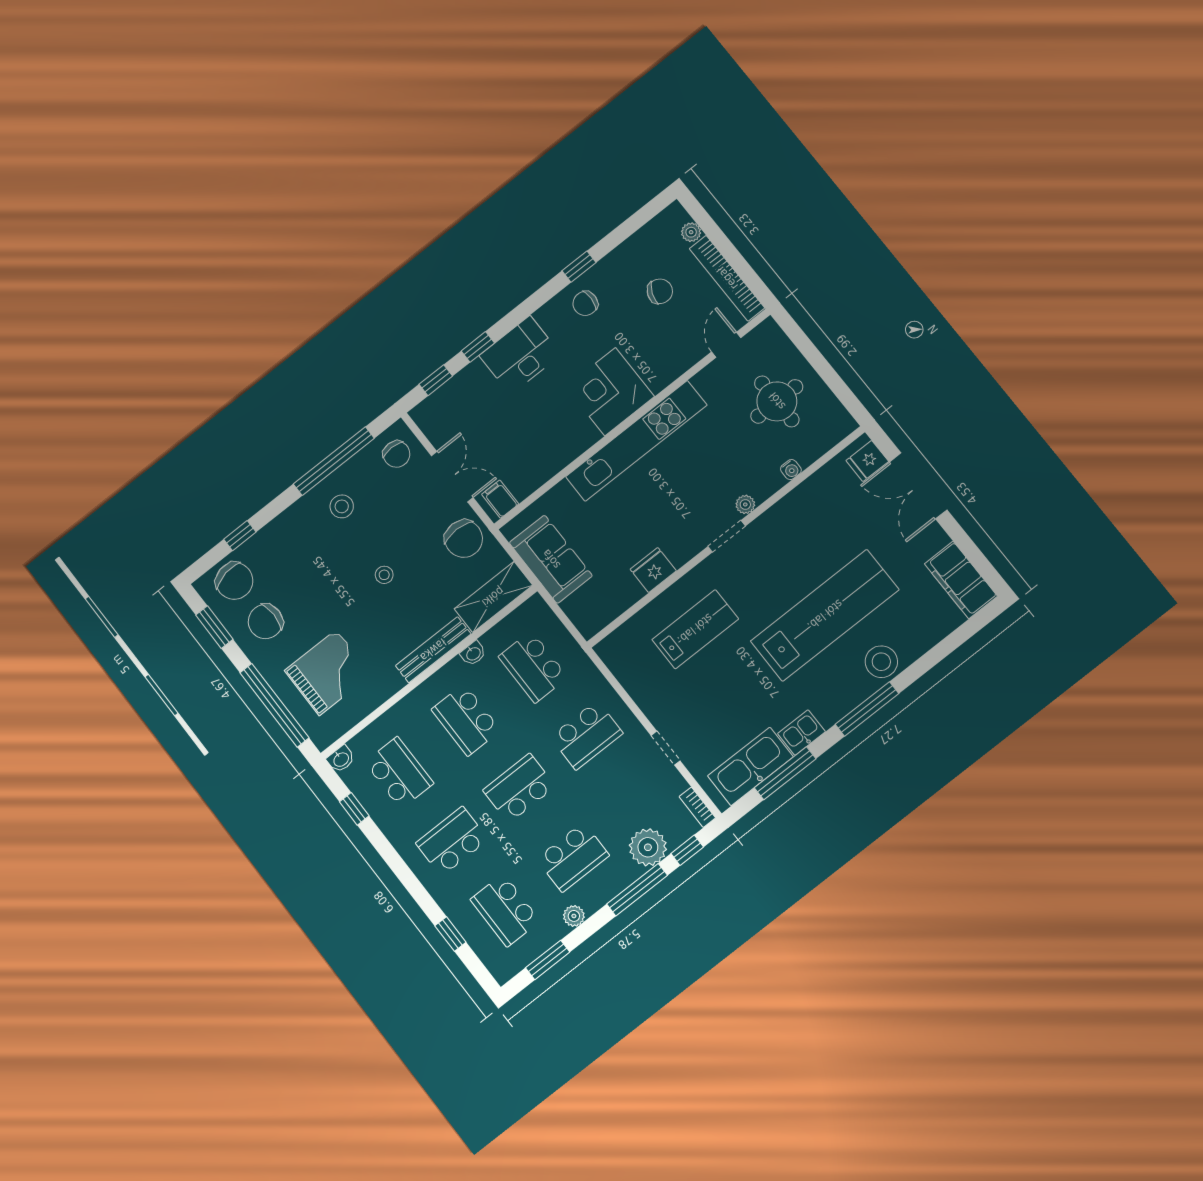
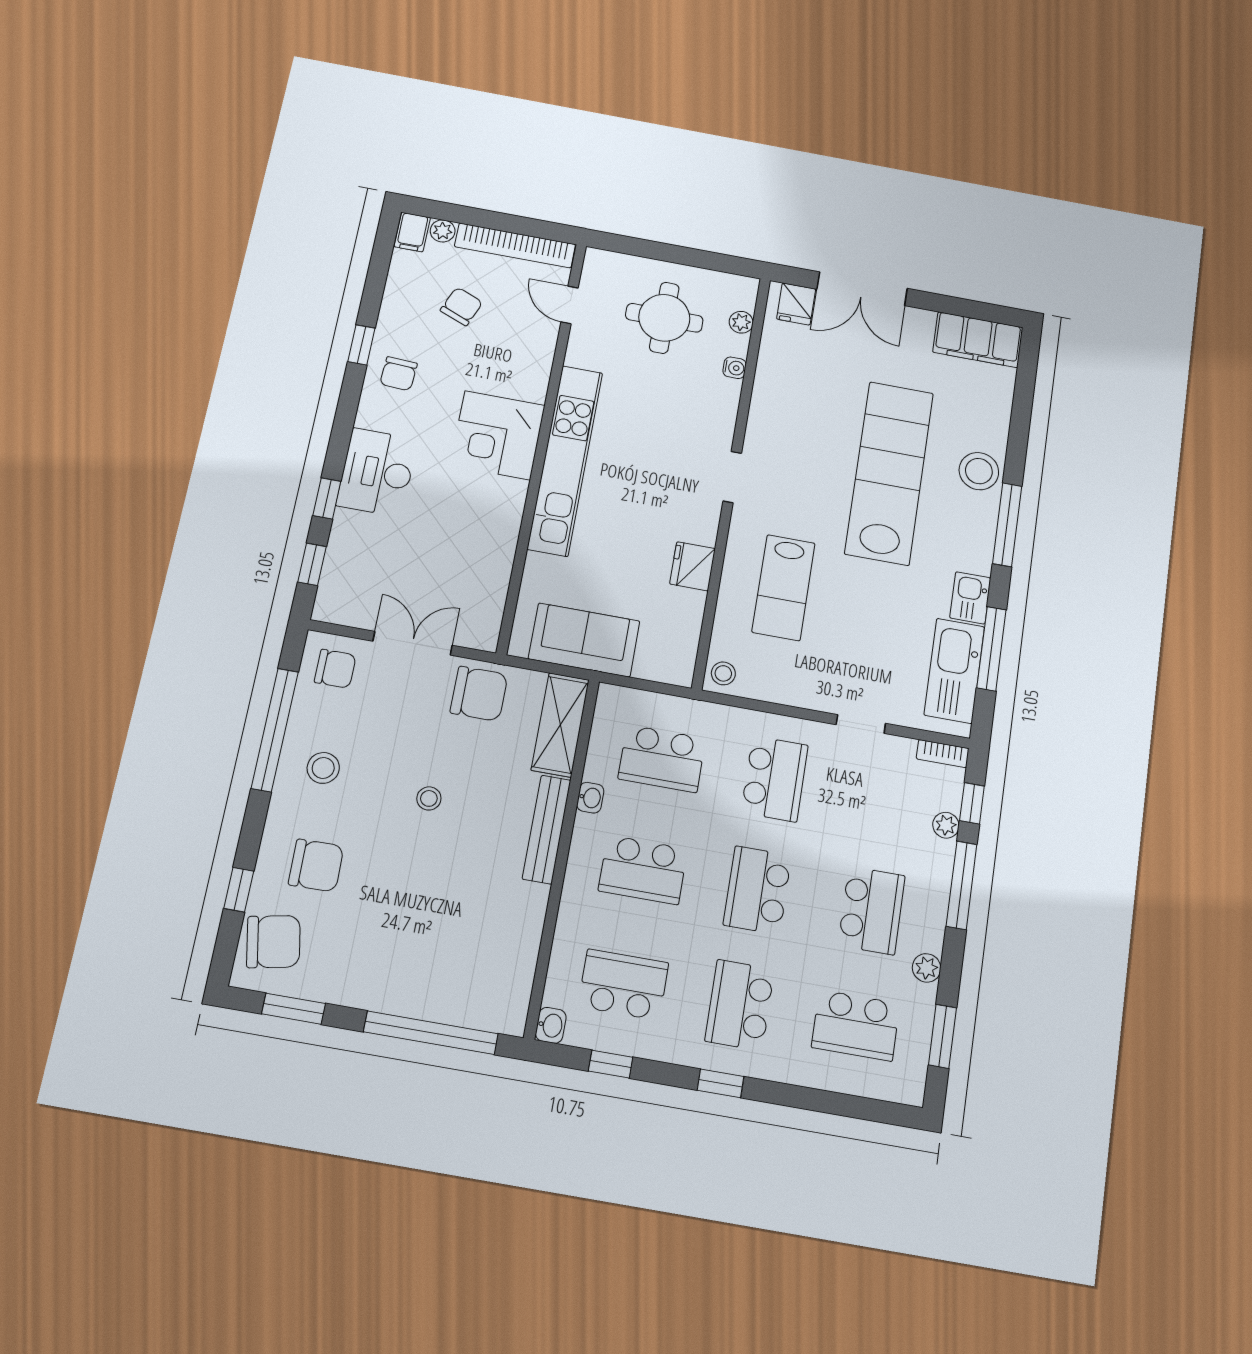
filing cabinet: (500, 499) -> (412, 232), moved, turned -90
plant: (745, 504) -> (741, 322), moved
chair: (265, 622) -> (316, 865), moved, turned -91
lab bench: (695, 629) -> (784, 588), turned 180
stool: (613, 649) -> (723, 673), added
grand piano: (328, 672) -> (458, 948), removed
plant: (648, 847) -> (946, 825), width x0.53, depth x0.53
window: (450, 934) -> (720, 1083), moved

